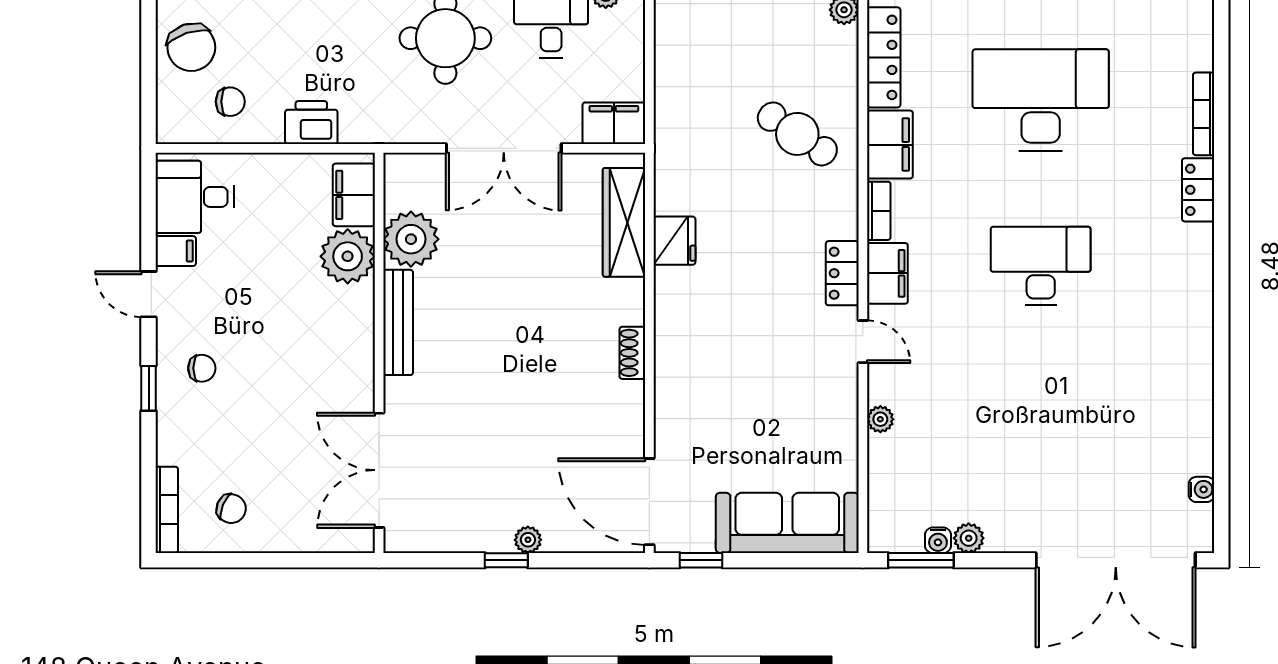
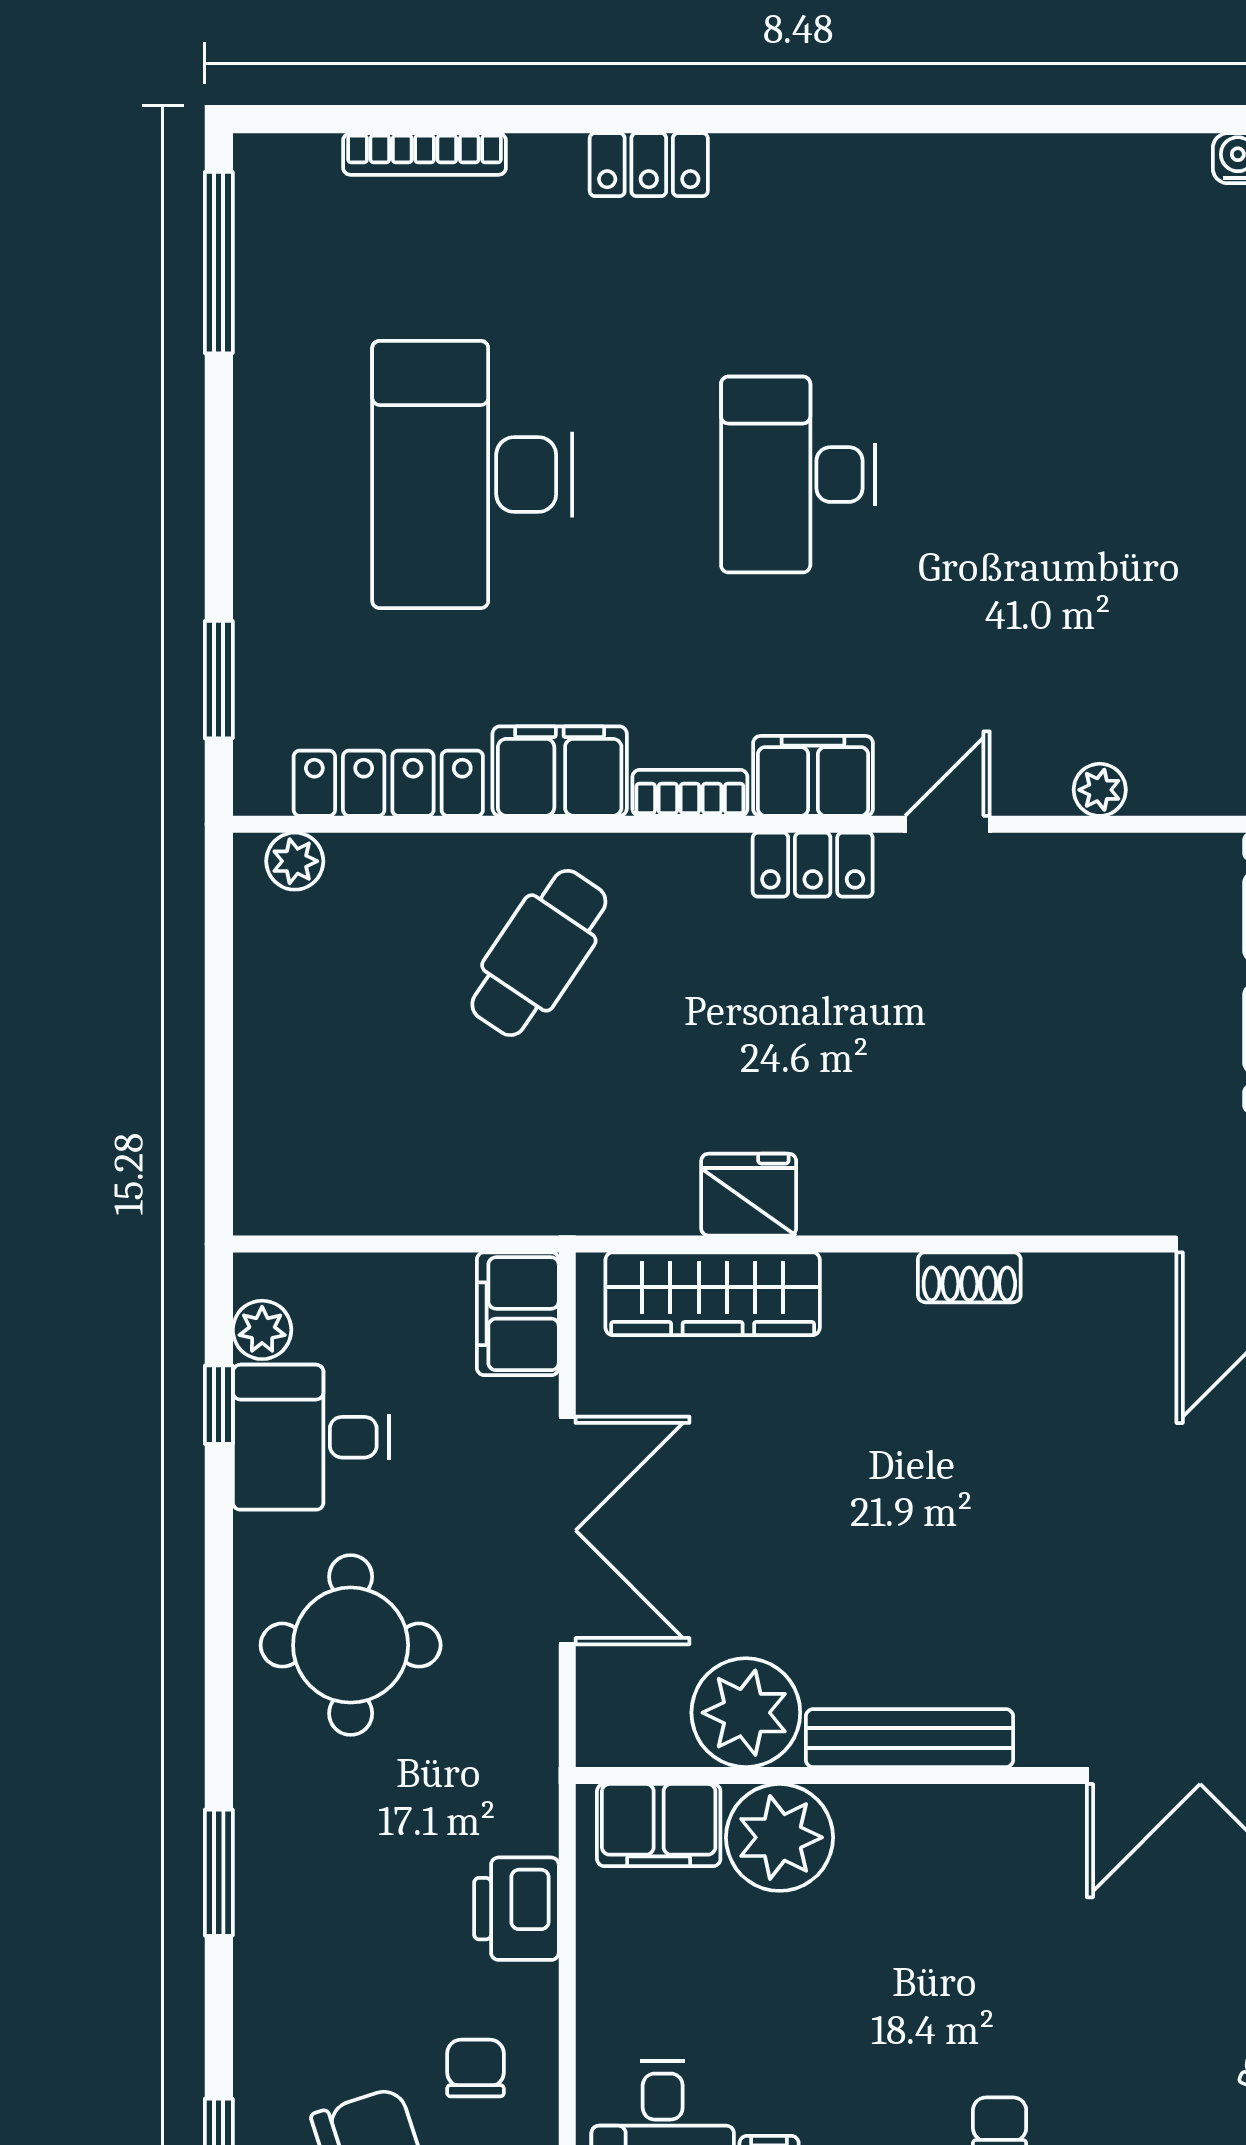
bookcase: (1204, 114) -> (425, 154), moved

